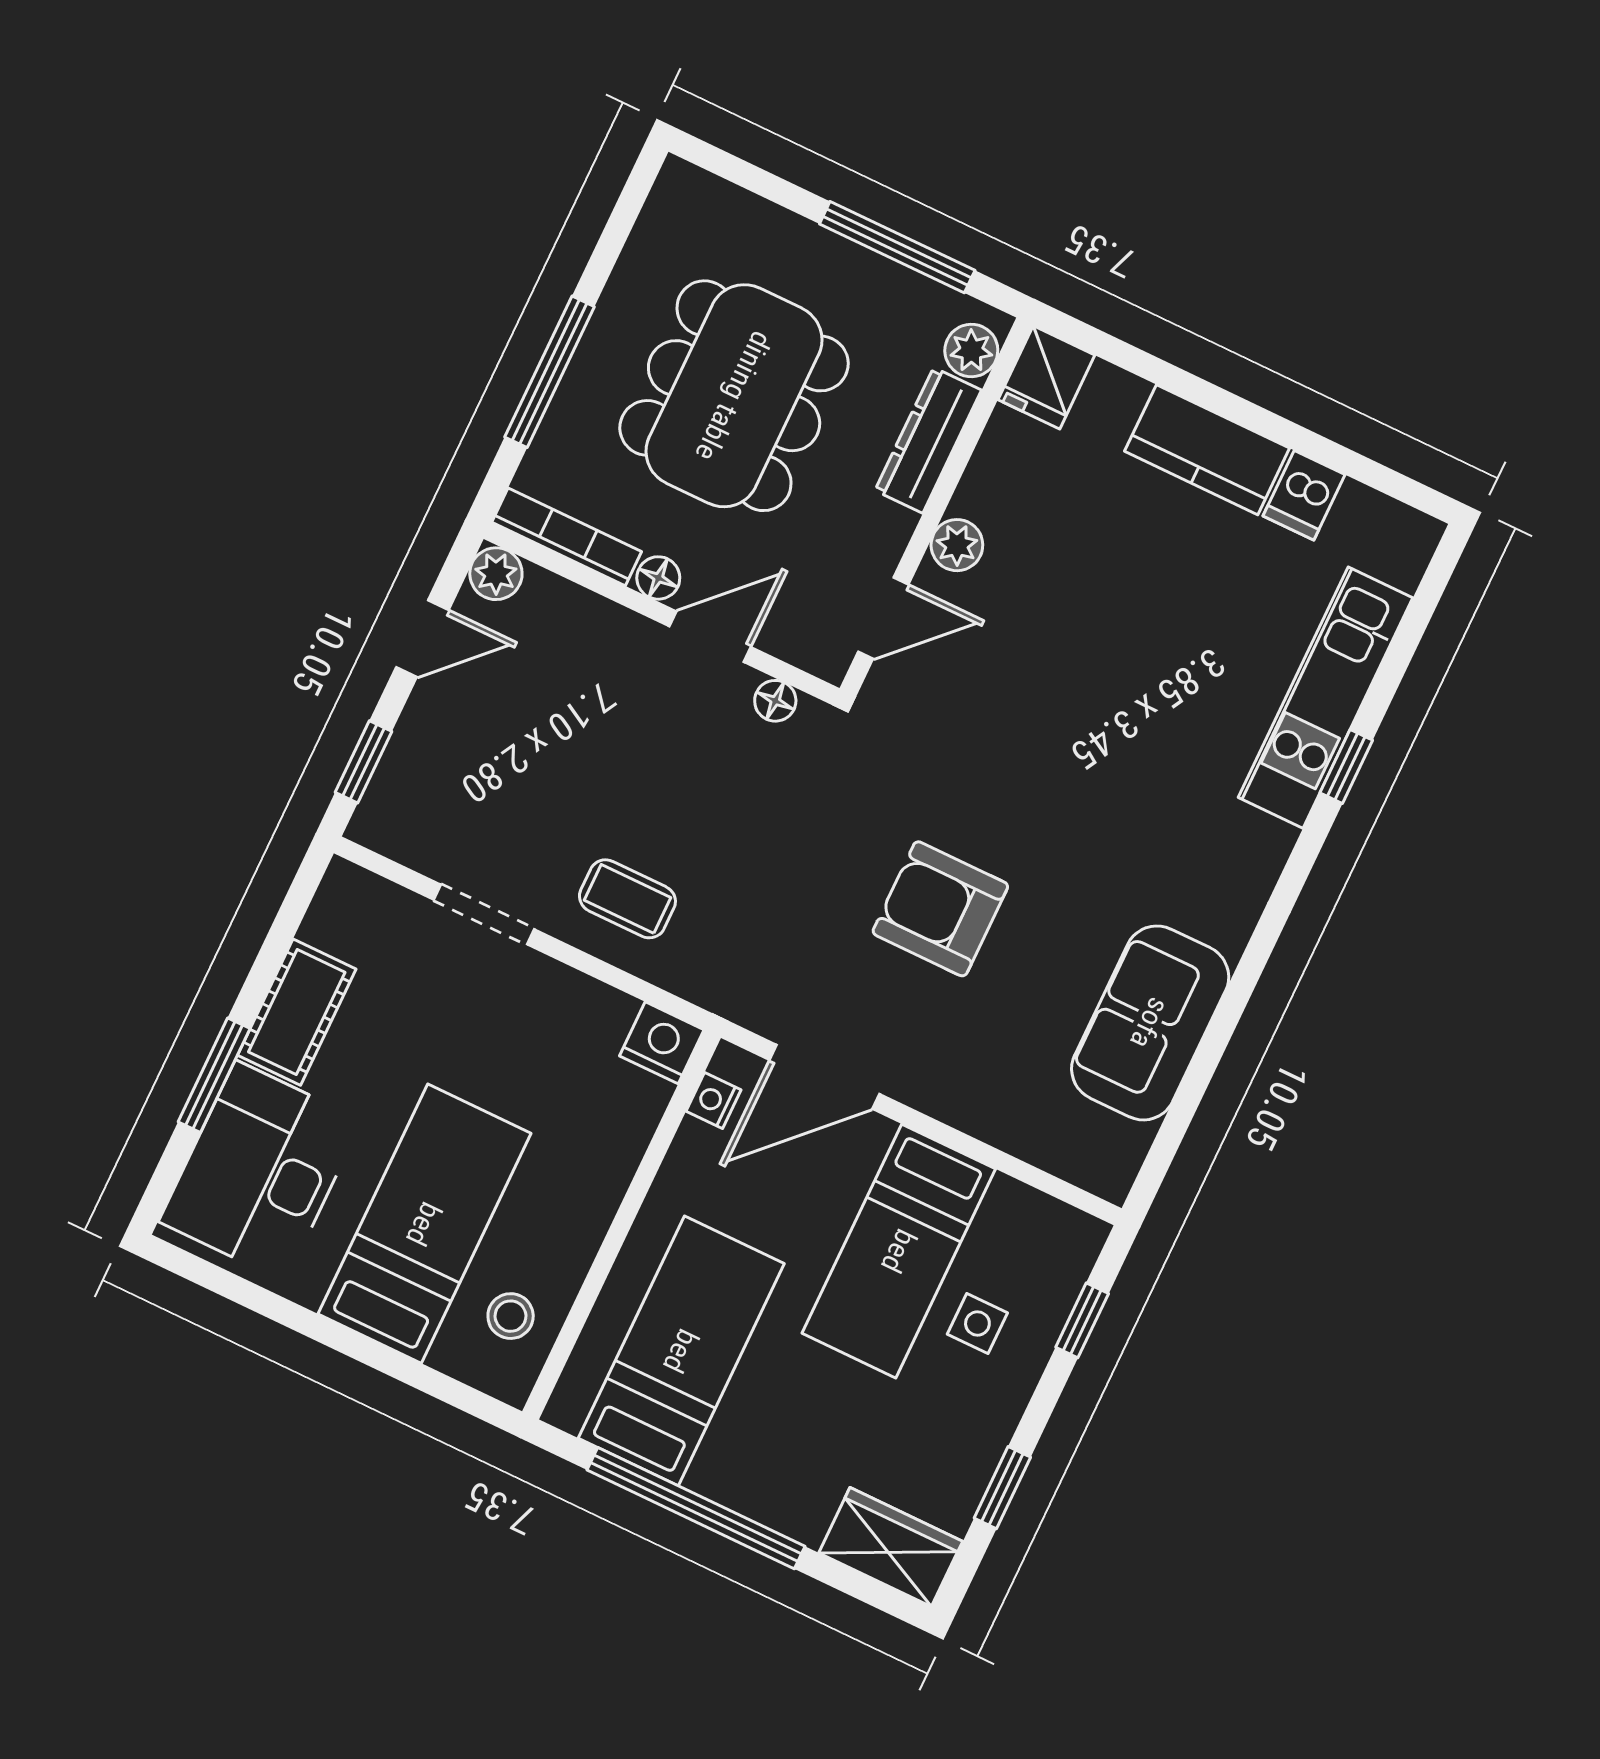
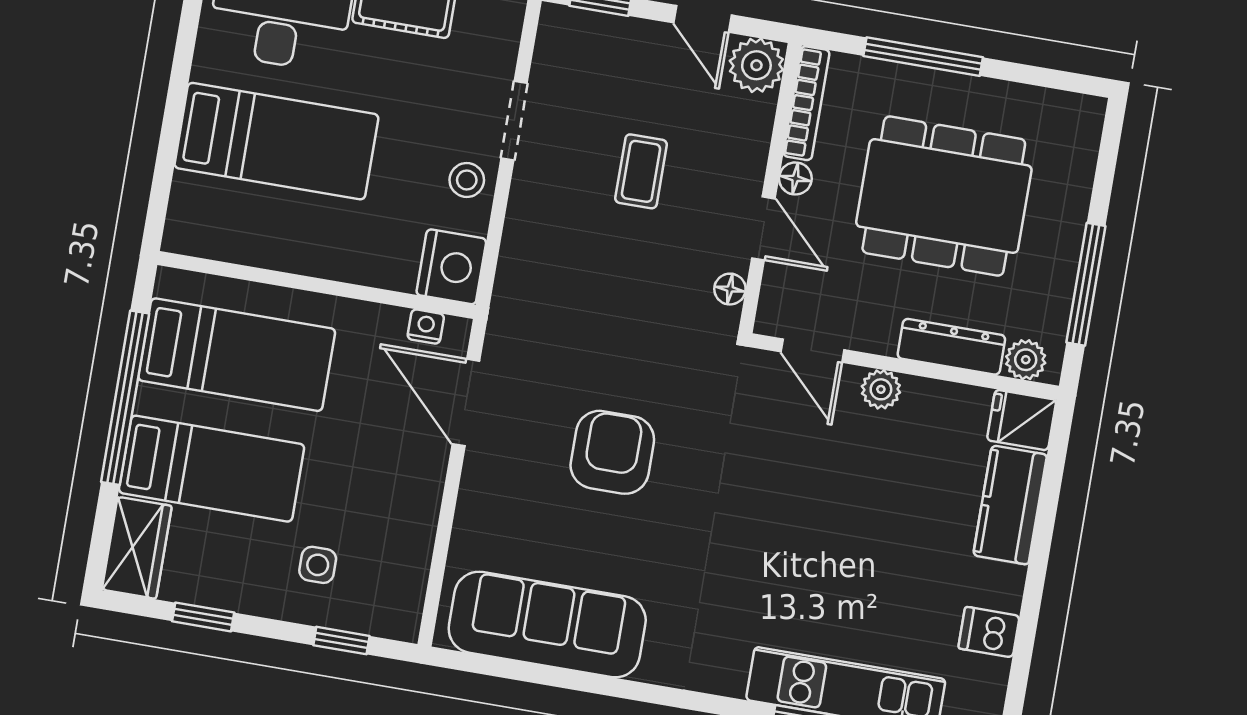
kitchen counter: (1207, 450) -> (1010, 505), moved
plant: (496, 574) -> (756, 65), width x1.38, depth x1.38
coffee table: (627, 899) -> (641, 171), moved
sofa: (1150, 1023) -> (547, 624), width x1.36
nightstand: (662, 1043) -> (451, 267), width x1.36, depth x1.33
bed: (899, 1251) -> (212, 469), moved, turned 180
stool: (511, 1316) -> (467, 180), moved

